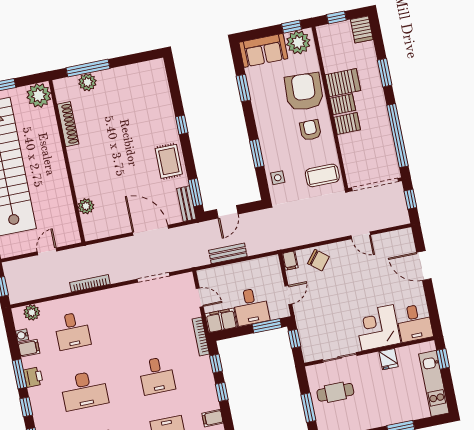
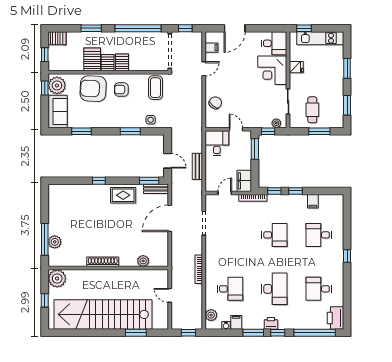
shoe rack: (68, 124) -> (103, 262), moved
filing cabinet: (290, 261) -> (212, 48), moved
desk: (251, 307) -> (217, 143), moved, turned -90
plant: (308, 348) -> (276, 123), added
printer: (33, 377) -> (271, 323), moved

